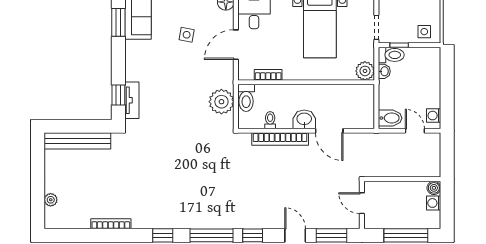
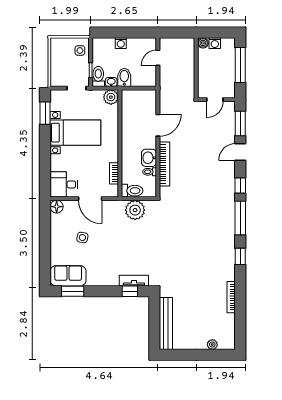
washing machine: (434, 116) -> (121, 43), moved
bidet: (390, 118) -> (124, 77), moved
washbasin: (304, 119) -> (149, 158), moved

